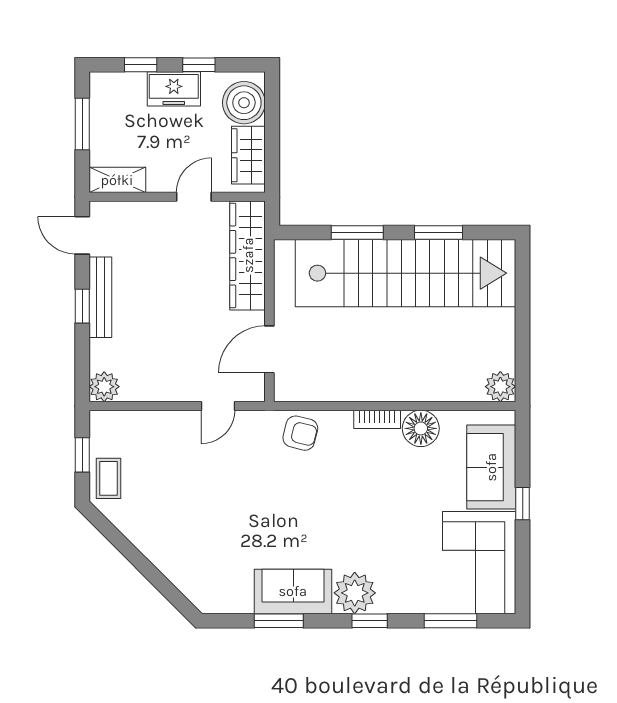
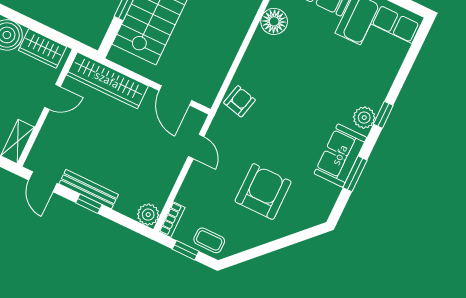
door: (194, 197) -> (52, 97), swing flipped
door: (82, 235) -> (43, 182), hinge flipped
bookcase: (377, 419) -> (172, 220), moved
armchair: (202, 516) -> (263, 192), added
plant: (355, 593) -> (364, 118), width x0.73, depth x0.73
window: (451, 621) -> (409, 62), removed

